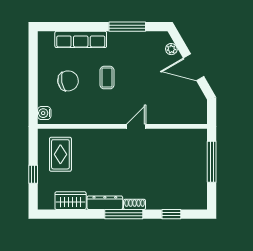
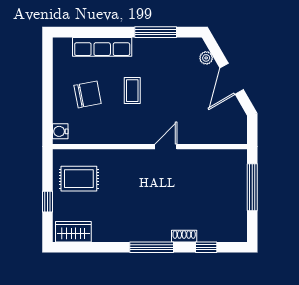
door: (194, 67) -> (232, 79), hinge flipped
rug: (60, 154) -> (79, 179), turned 90
wardrobe: (71, 201) -> (73, 232), moved
dresser: (105, 203) -> (130, 234), removed
shoe rack: (135, 204) -> (184, 236), moved

